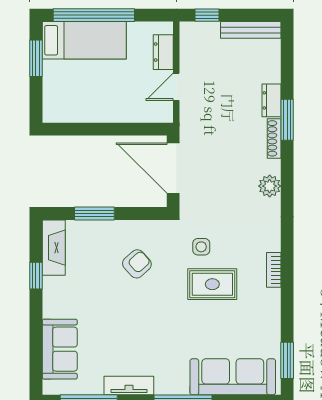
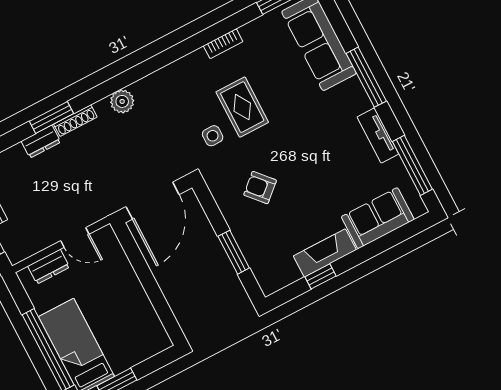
fireplace: (54, 248) -> (325, 253), moved
bookcase: (274, 270) -> (223, 44), moved

